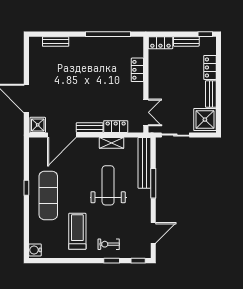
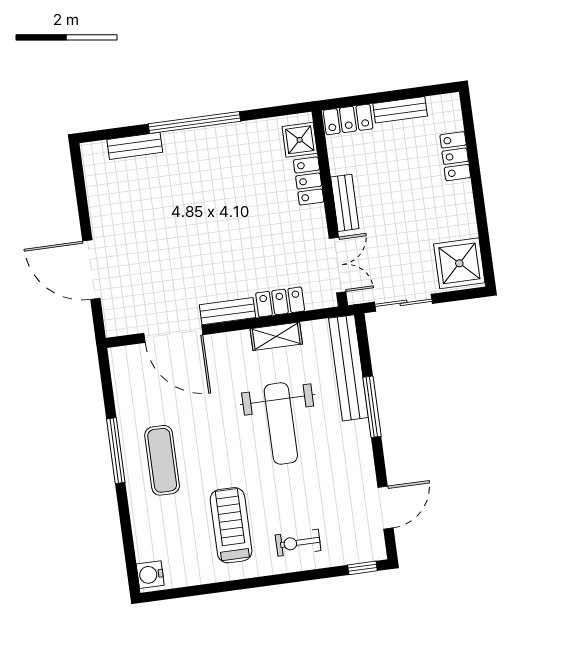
window: (108, 34) -> (194, 122), moved
window: (205, 34) -> (437, 90), removed
bench: (211, 94) -> (345, 203), moved
shower: (38, 125) -> (300, 140), moved
door: (62, 135) -> (173, 334), hinge flipped
weight bench: (108, 185) -> (281, 424), turned 180
window: (26, 188) -> (116, 451), width x2.17
exercise mat: (48, 195) -> (162, 460), width x0.73, depth x0.69
window: (112, 261) -> (309, 575), removed

